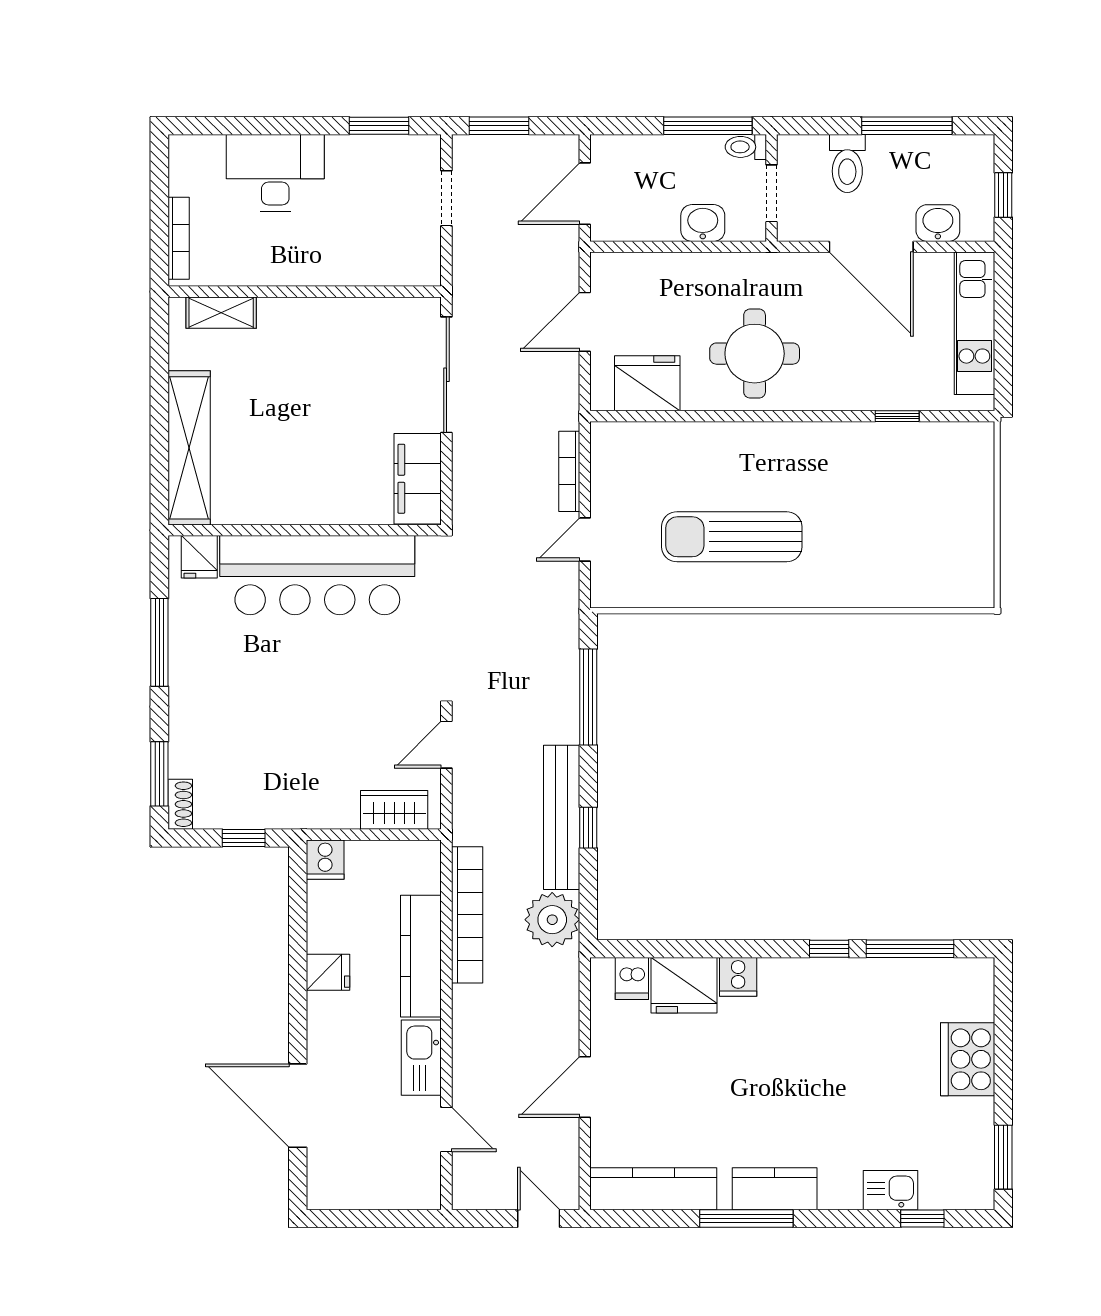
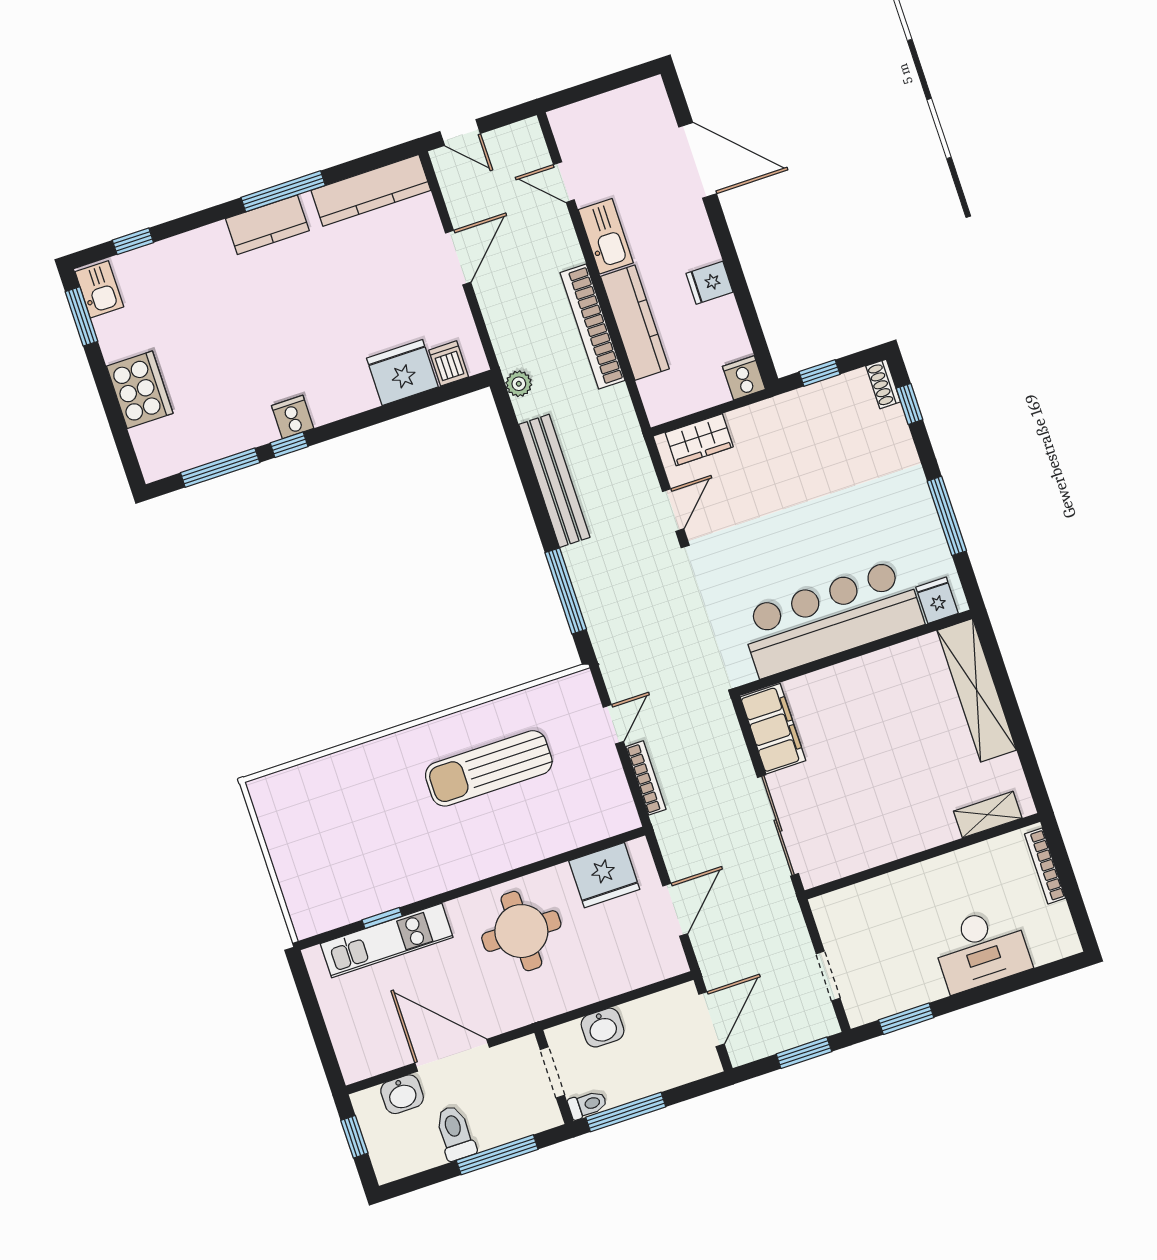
window: (907, 126) -> (497, 1155), moved
toilet: (847, 164) -> (455, 1133), moved
kitchen unit: (974, 323) -> (387, 940), moved, turned 90
sun lounger: (732, 537) -> (489, 768), turned 180
window: (159, 774) -> (910, 404), width x0.67
window: (588, 828) -> (529, 480), removed
bookcase: (467, 915) -> (592, 327), moved
plant: (552, 920) -> (519, 384), width x0.53, depth x0.53
cooker: (738, 977) -> (293, 417), moved
kitchen sink: (890, 1190) -> (99, 289), moved, turned -90

